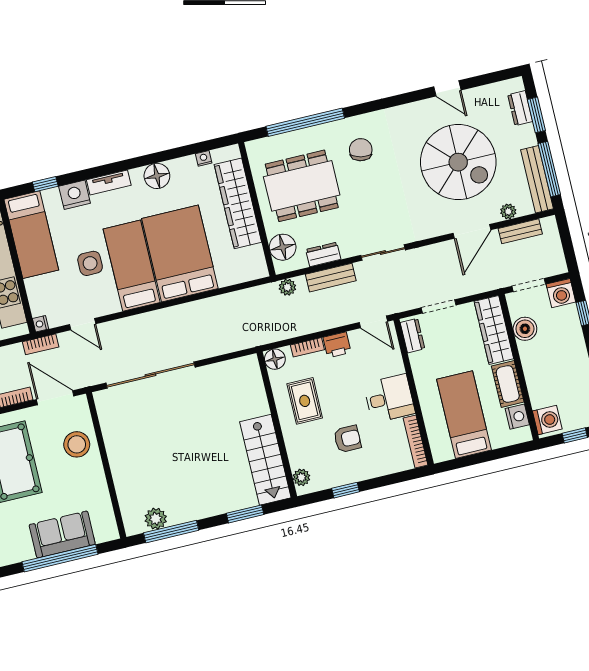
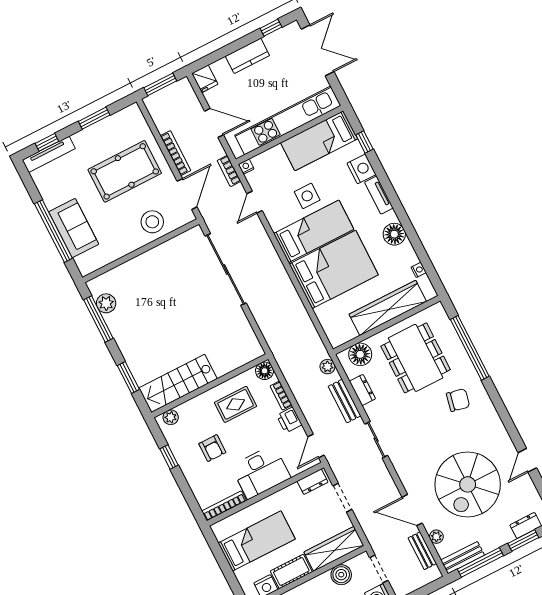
bench: (537, 179) -> (463, 558), width x0.73
desk: (389, 398) -> (261, 472), width x1.37

